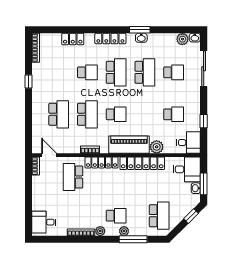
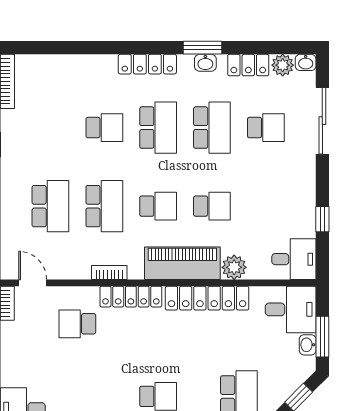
locker: (73, 39) -> (248, 65), moved
school desk: (174, 114) -> (212, 206), moved
school desk: (73, 177) -> (77, 324), width x0.54

